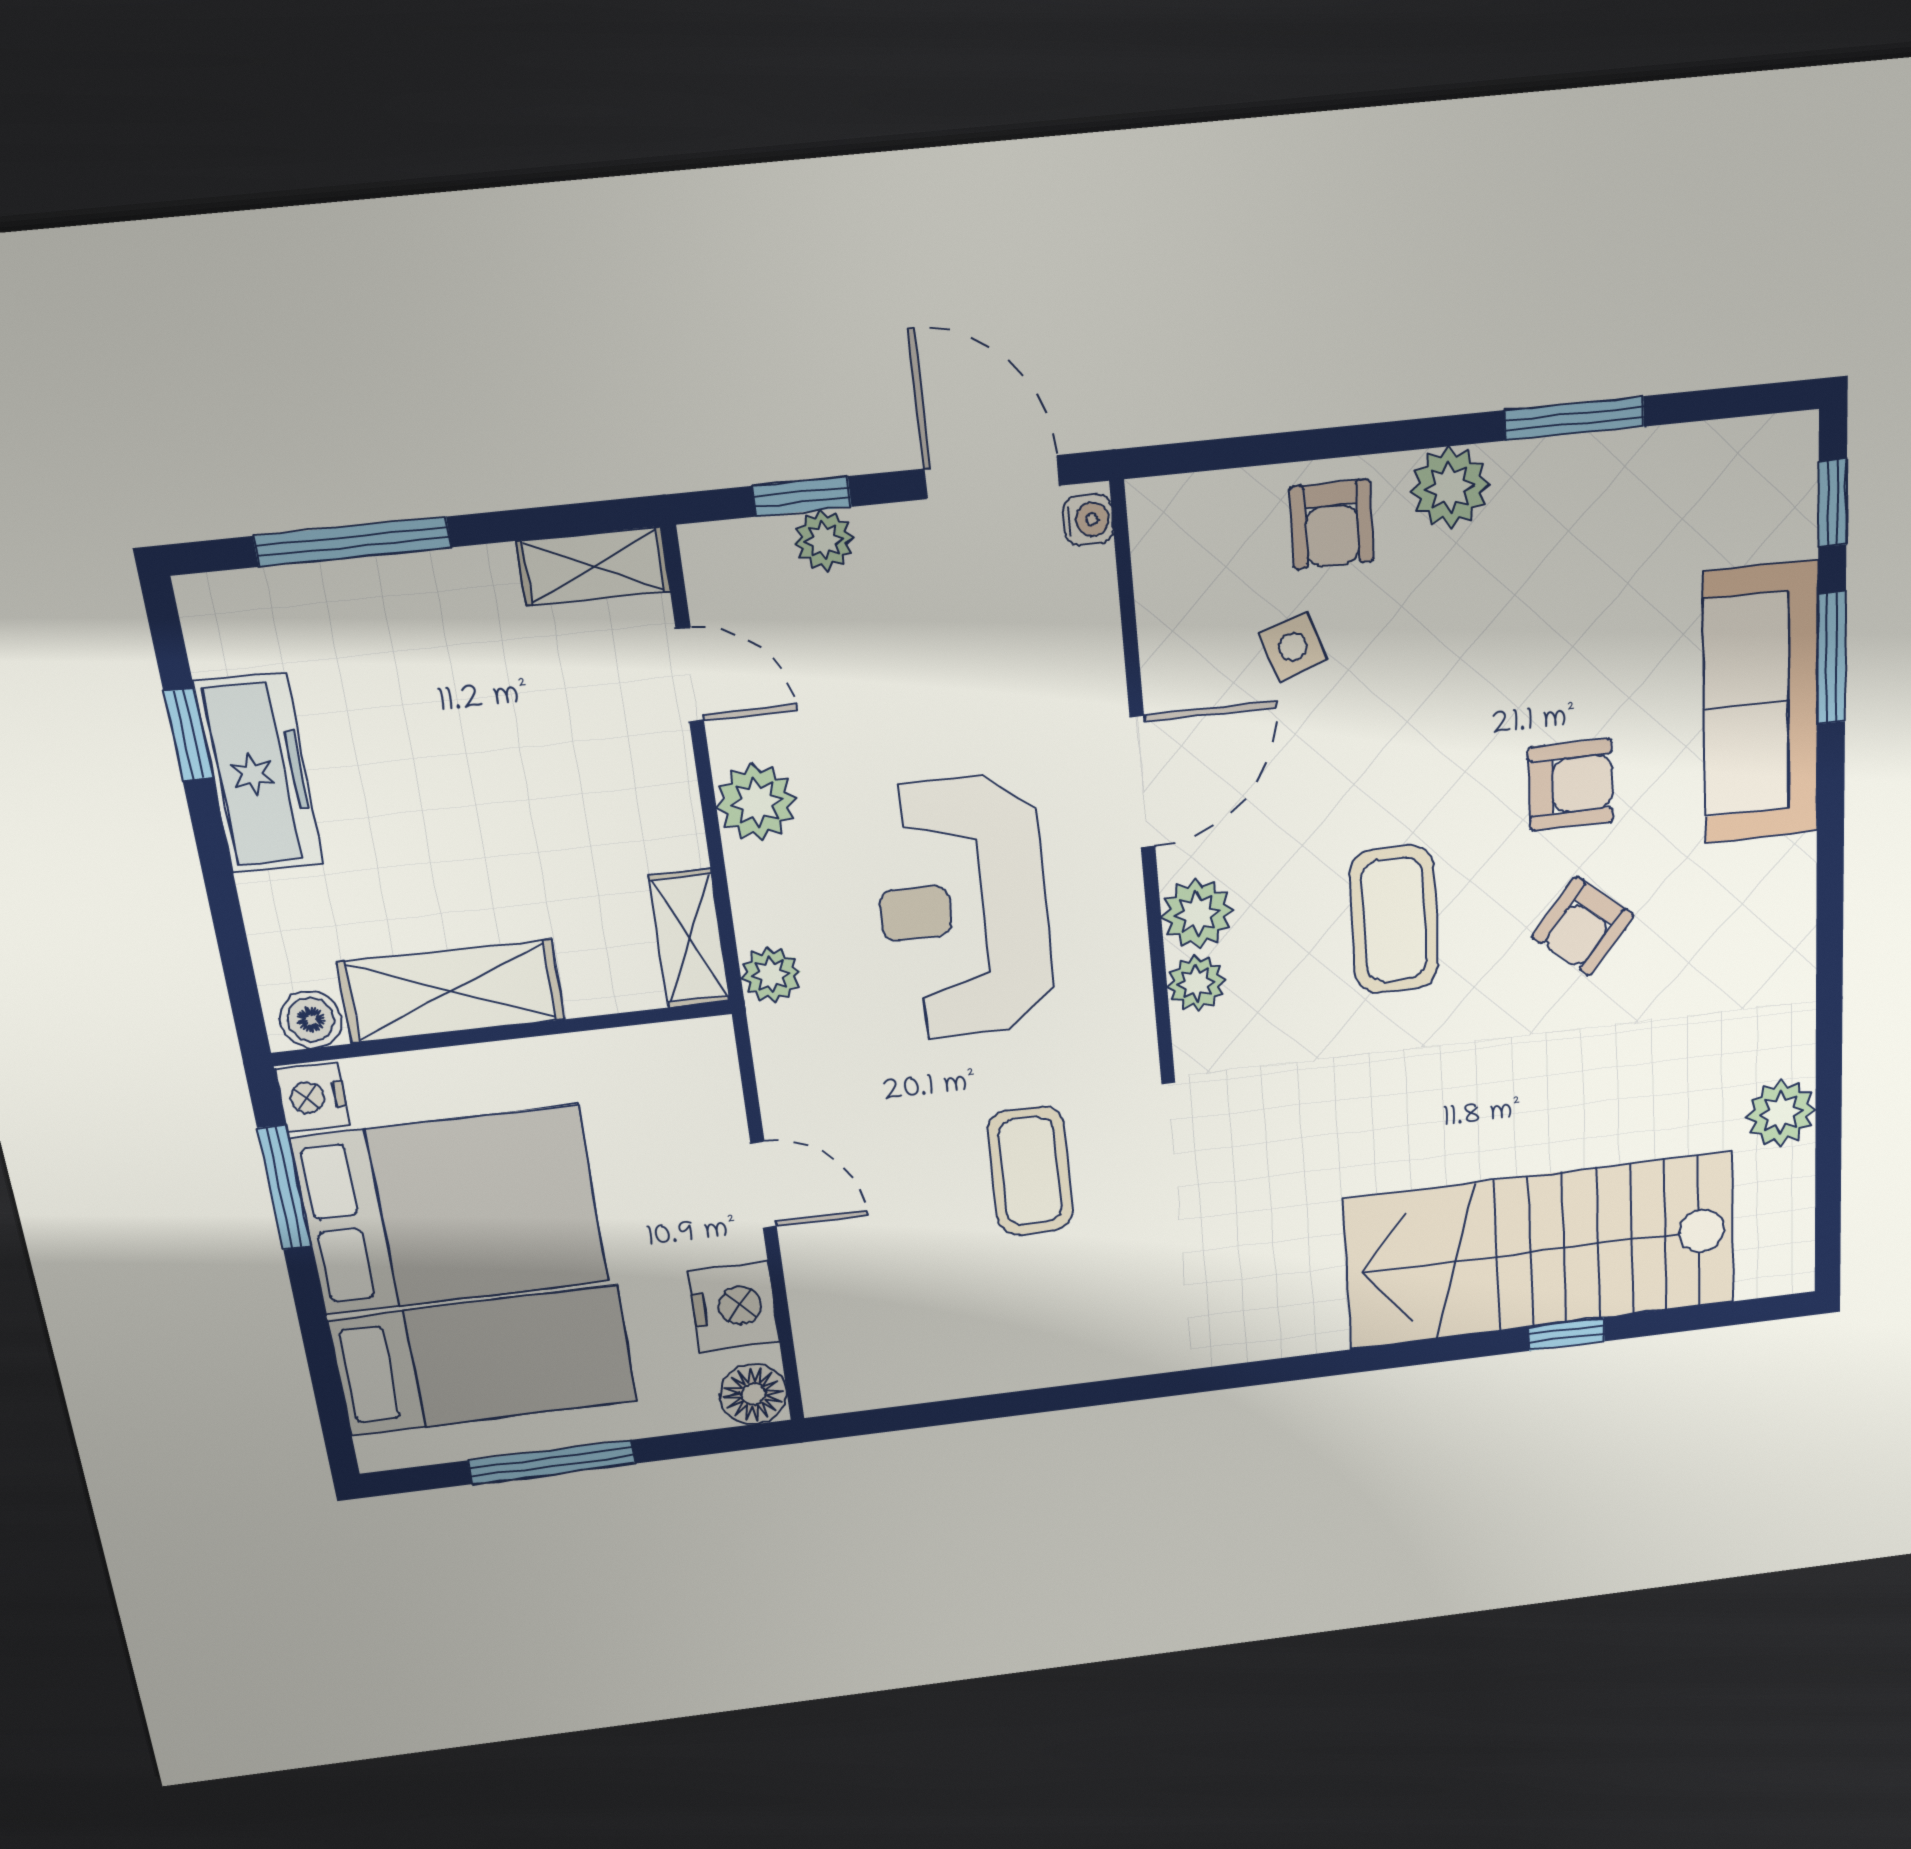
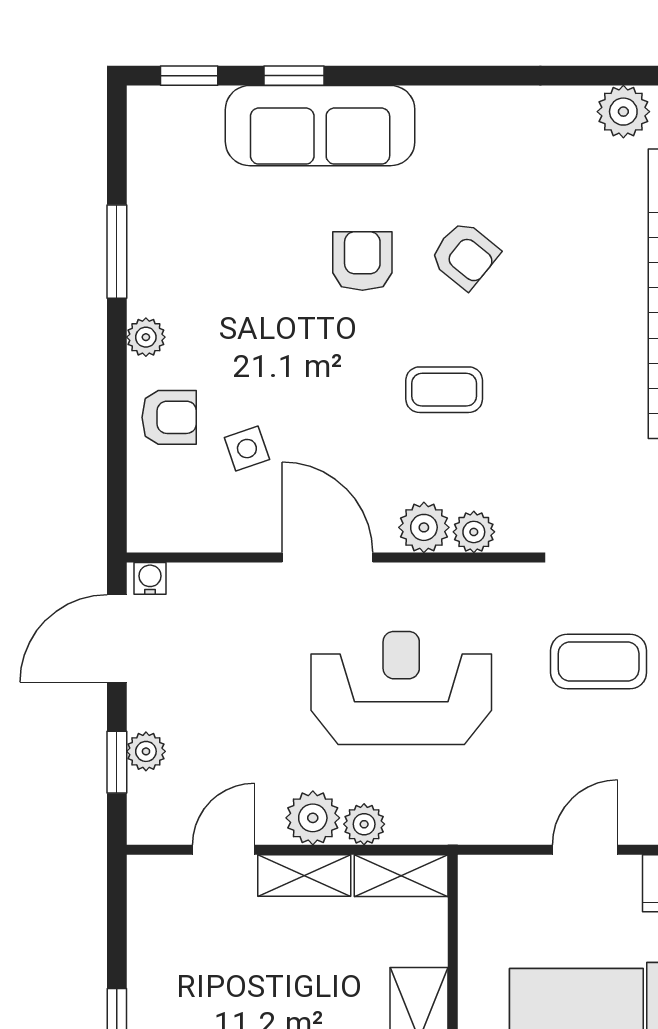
plant: (1450, 488) -> (146, 337), width x0.73, depth x0.73
shelving: (594, 566) -> (304, 875), moved, turned 90
window: (1832, 658) -> (294, 76), width x0.67
reception desk: (963, 908) -> (401, 688), turned 180
coffee table: (1394, 920) -> (444, 390), width x0.73, depth x0.77
plant: (771, 975) -> (364, 824), moved

